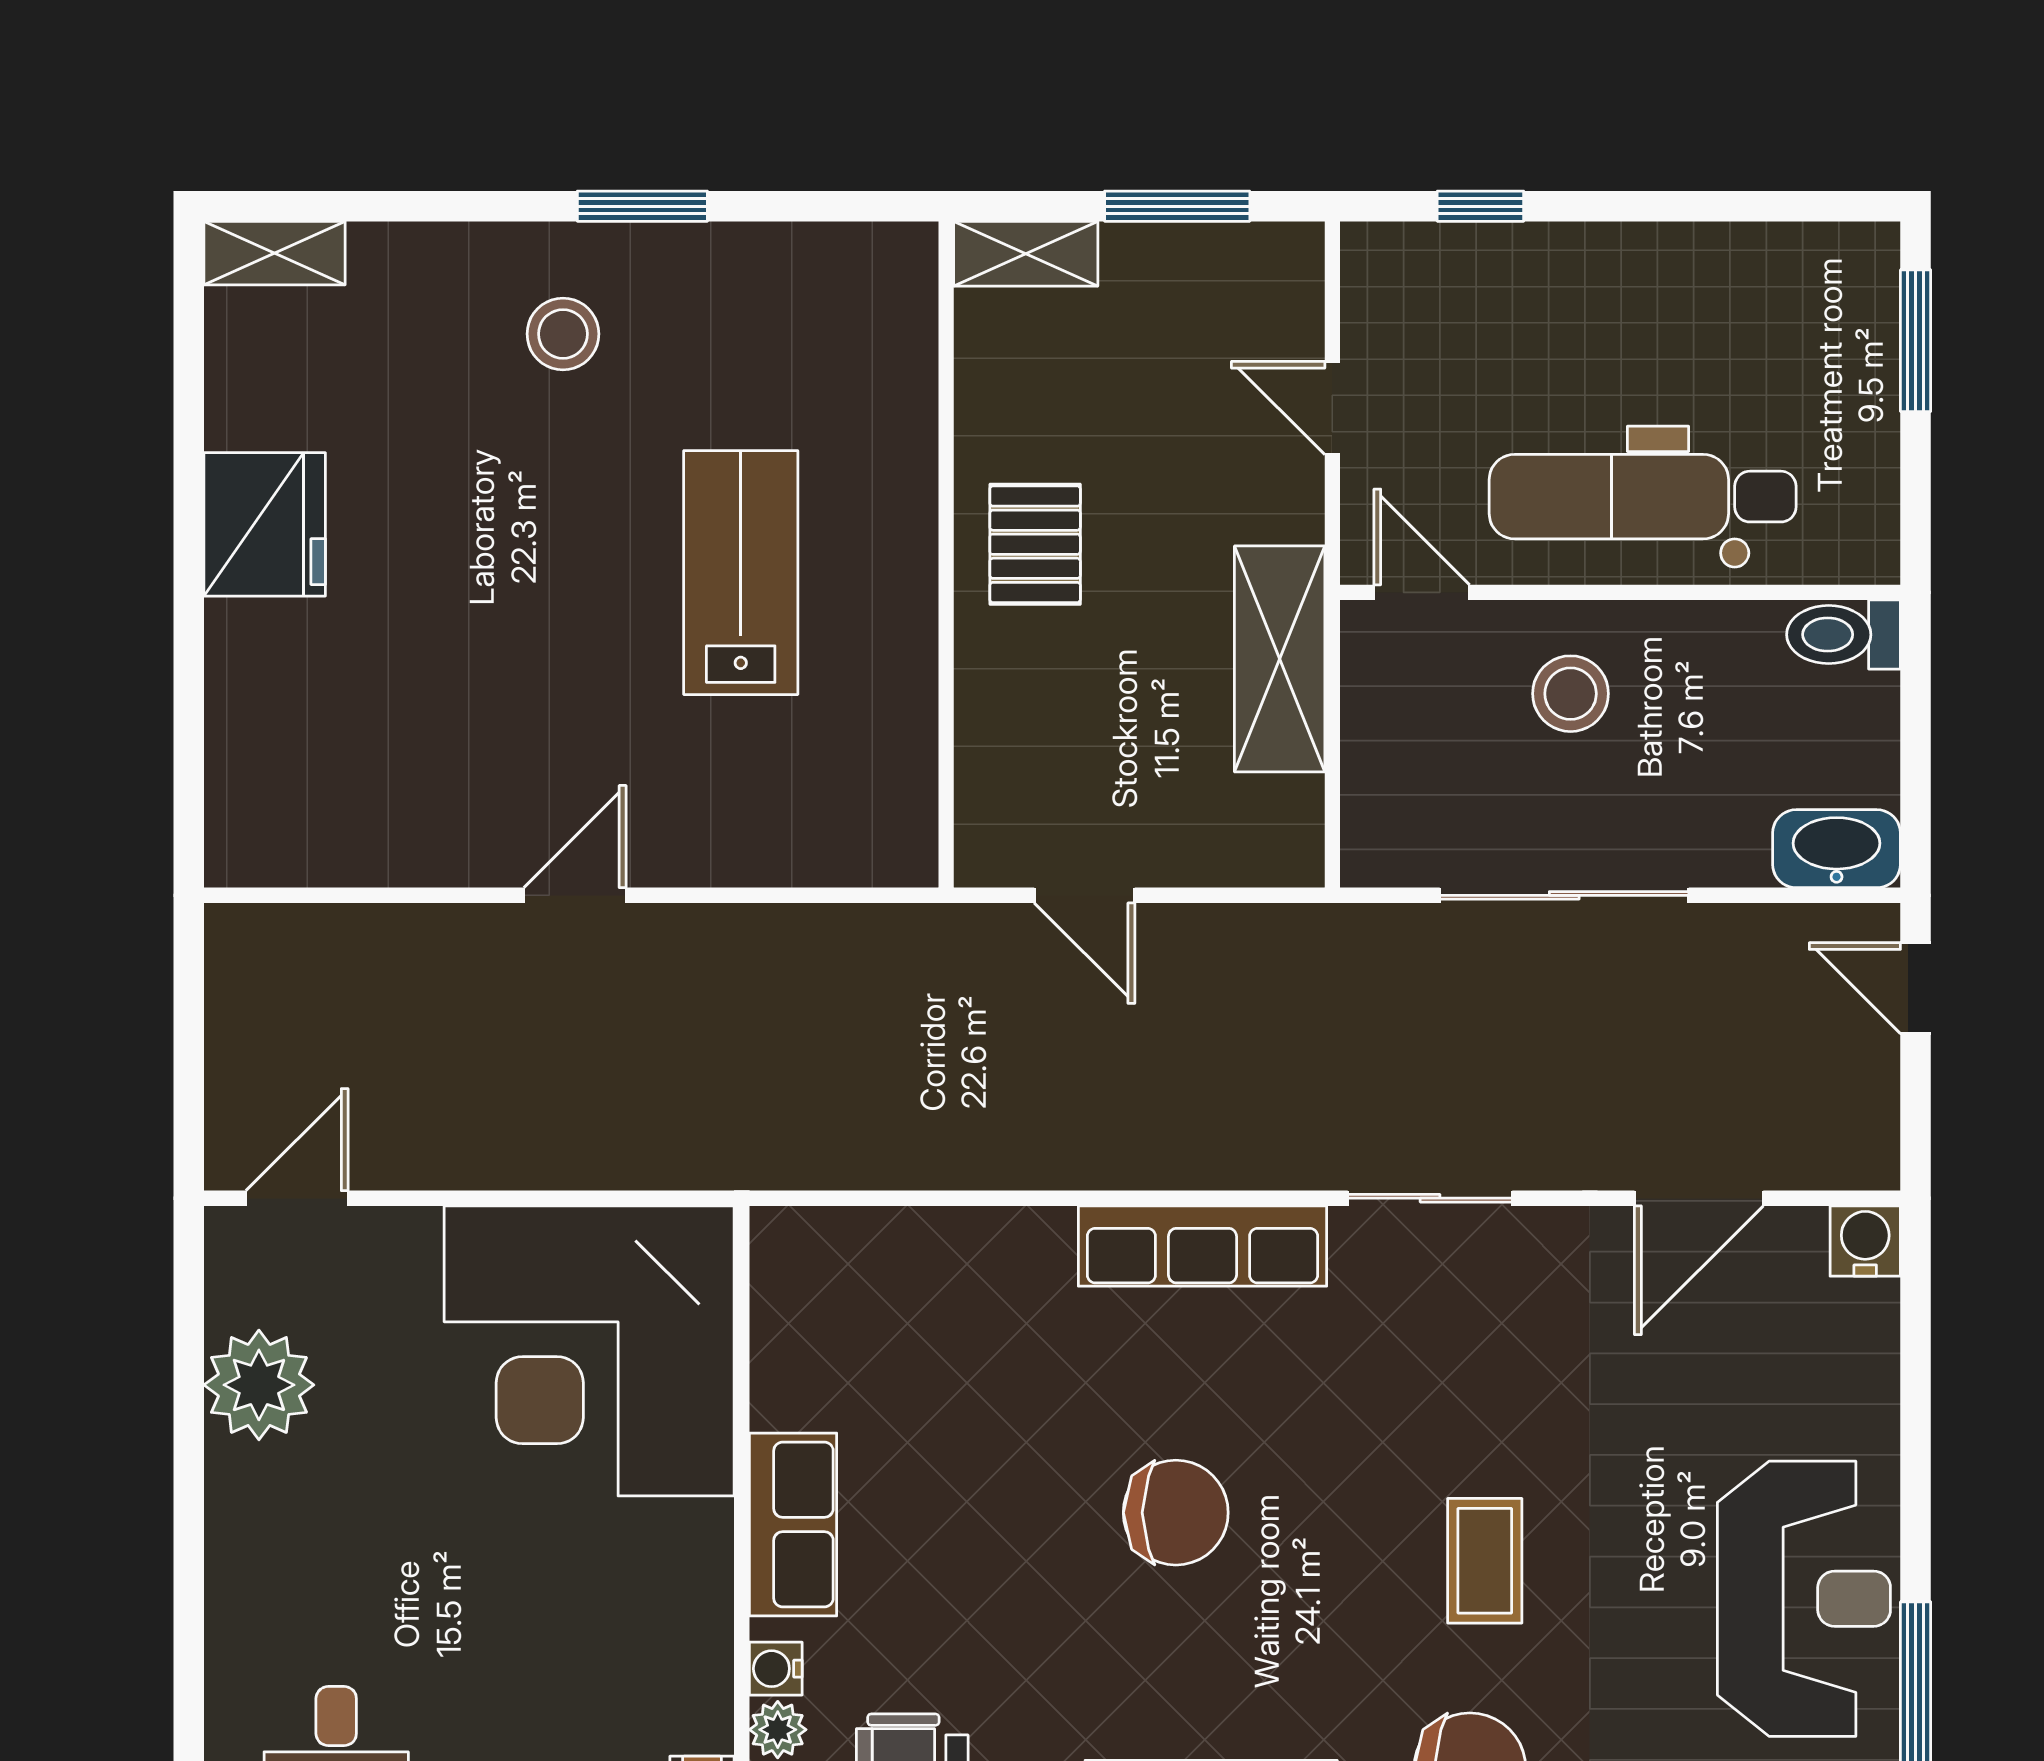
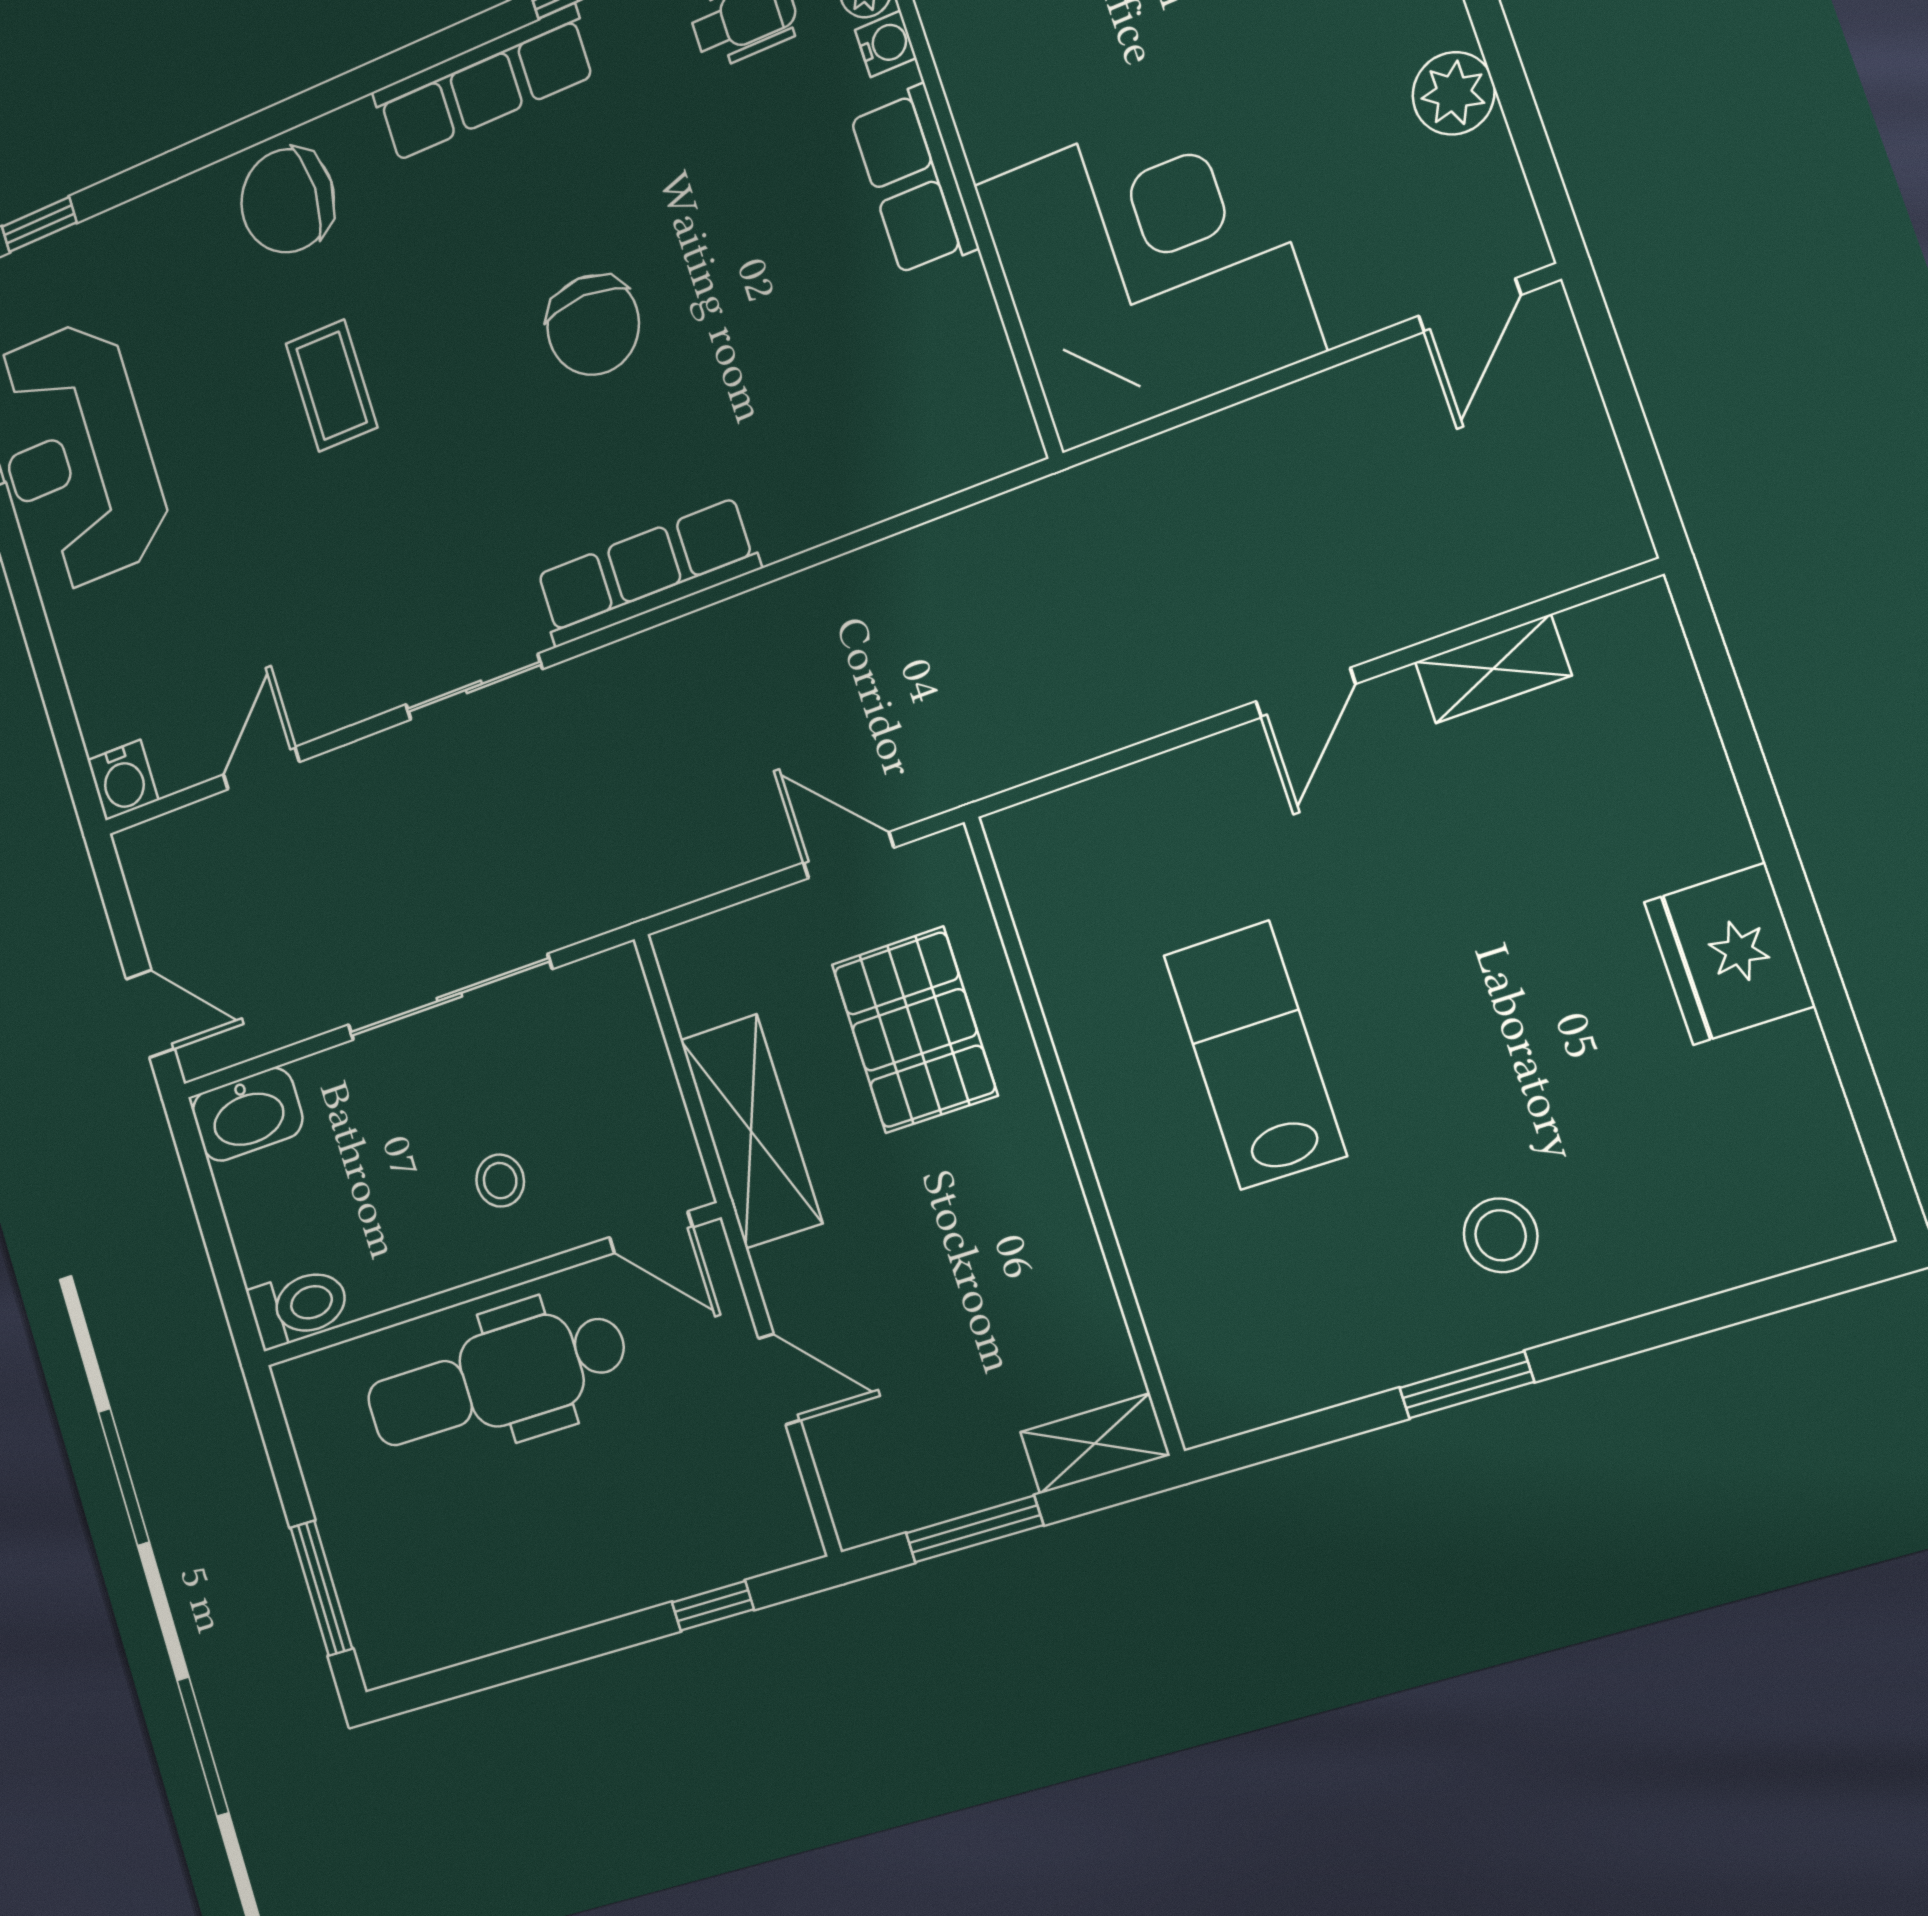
shelving: (275, 253) -> (1493, 669), moved
dental chair: (1643, 497) -> (496, 1379), turned 180
pallet: (1035, 544) -> (914, 1030), moved, width x1.50, depth x1.42
lab bench: (741, 573) -> (1255, 1055), turned 180
stool: (1571, 694) -> (500, 1181), width x0.73, depth x0.73
door: (1699, 1198) -> (261, 768), width x0.73
plant: (259, 1385) -> (1454, 93), width x0.73, depth x0.73
chair: (1176, 1513) -> (593, 325), turned -90

